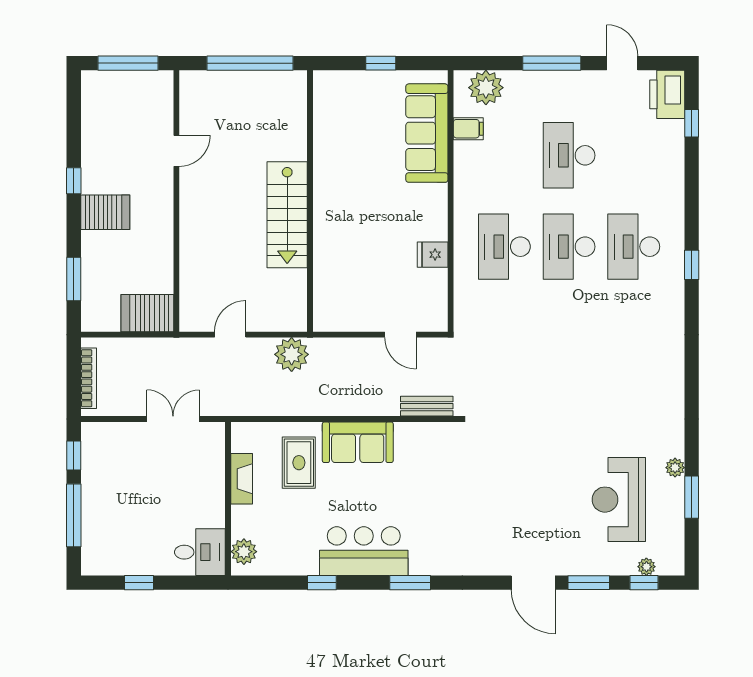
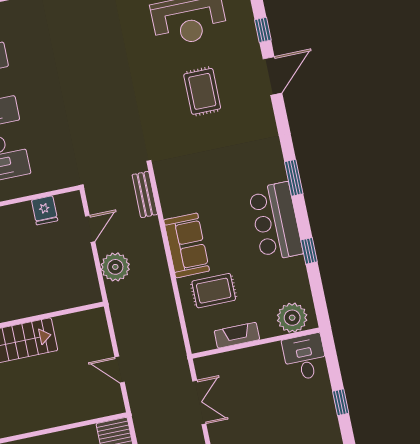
fridge: (433, 255) -> (45, 210), moved
plant: (292, 354) -> (115, 267), moved
double door: (173, 419) -> (199, 402), swing flipped
rug: (532, 498) -> (202, 91), added
plant: (244, 552) -> (292, 318), width x1.36, depth x1.36
window: (589, 583) -> (263, 30), width x0.67

